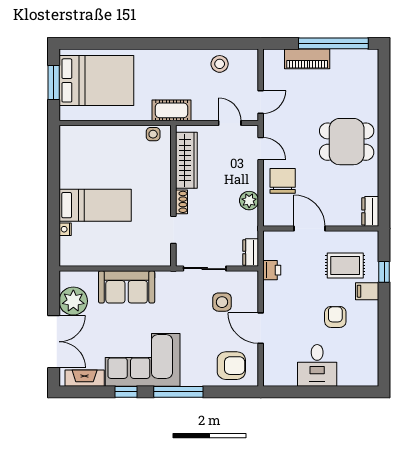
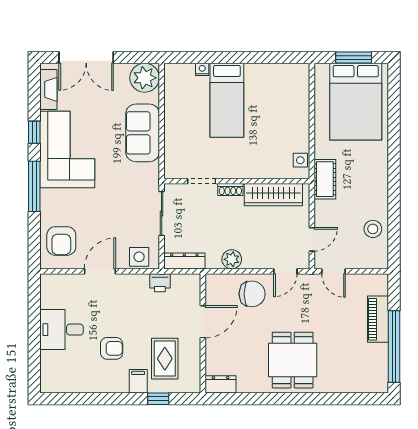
dresser: (251, 252) -> (184, 261), width x1.44
plant: (73, 301) -> (145, 78), moved
side table: (222, 302) -> (139, 257), moved

